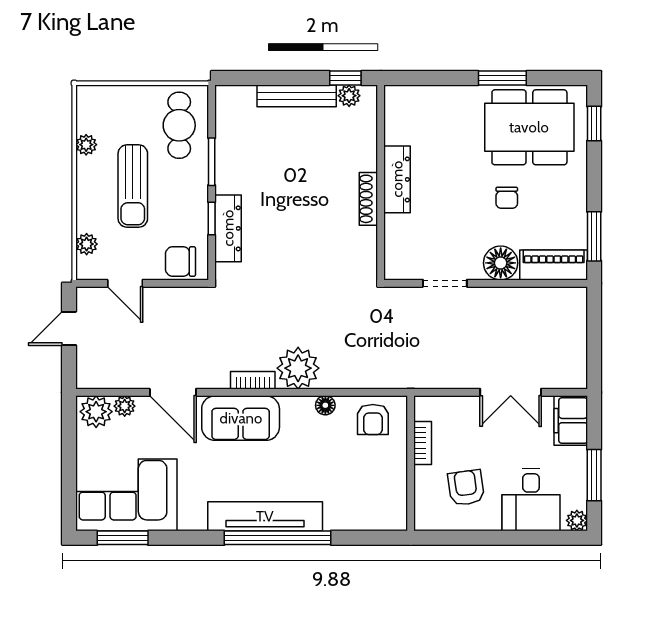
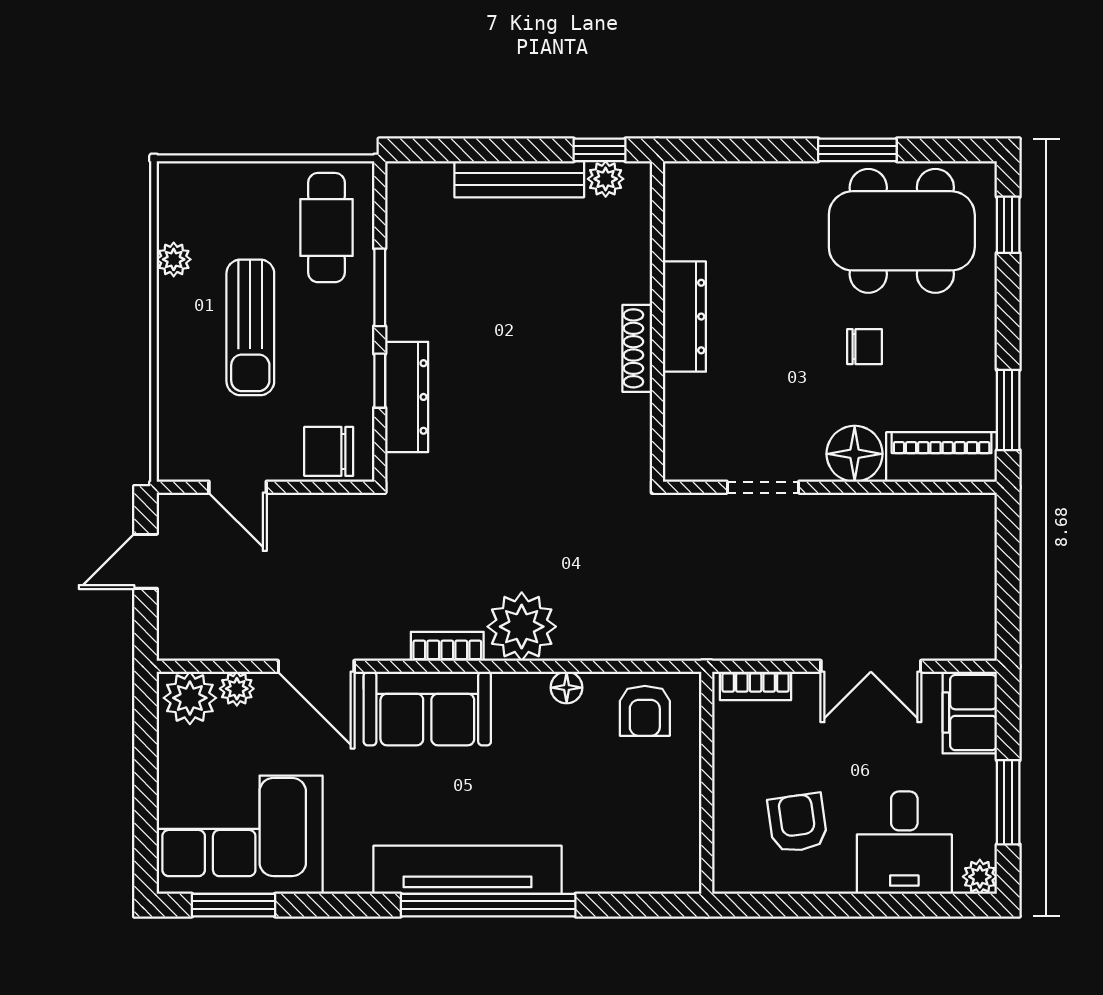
chair: (507, 198) -> (865, 347), turned -90
plant: (87, 244) -> (174, 423), removed
bookcase: (423, 443) -> (756, 686), moved, turned 90

